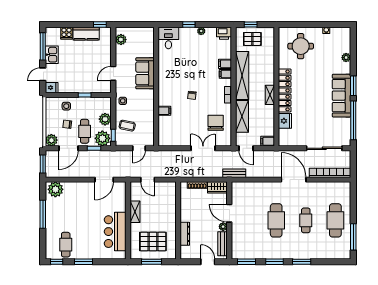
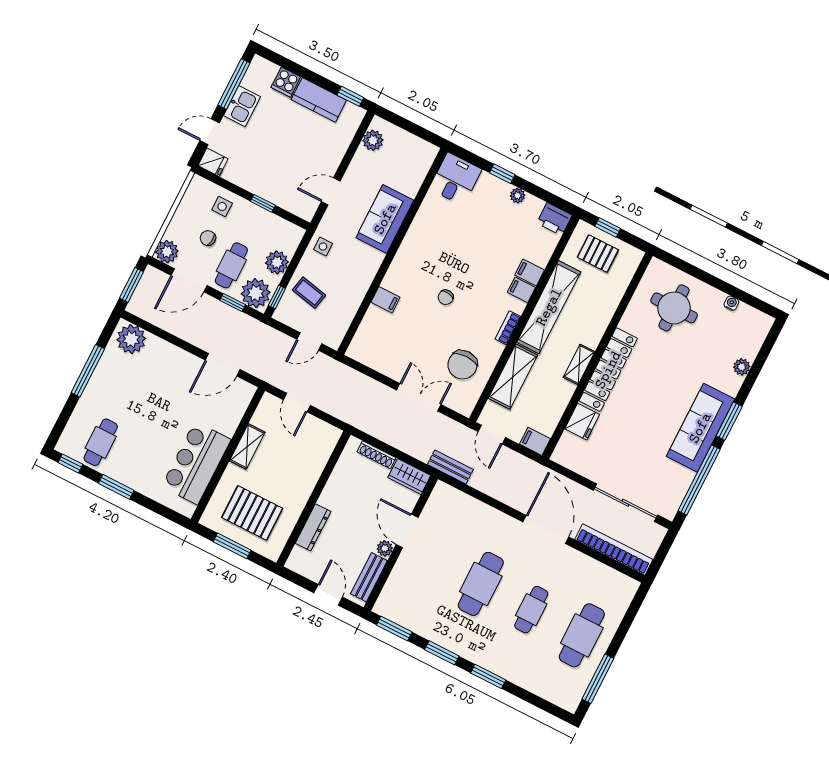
chair: (216, 123) -> (462, 365), turned 180

